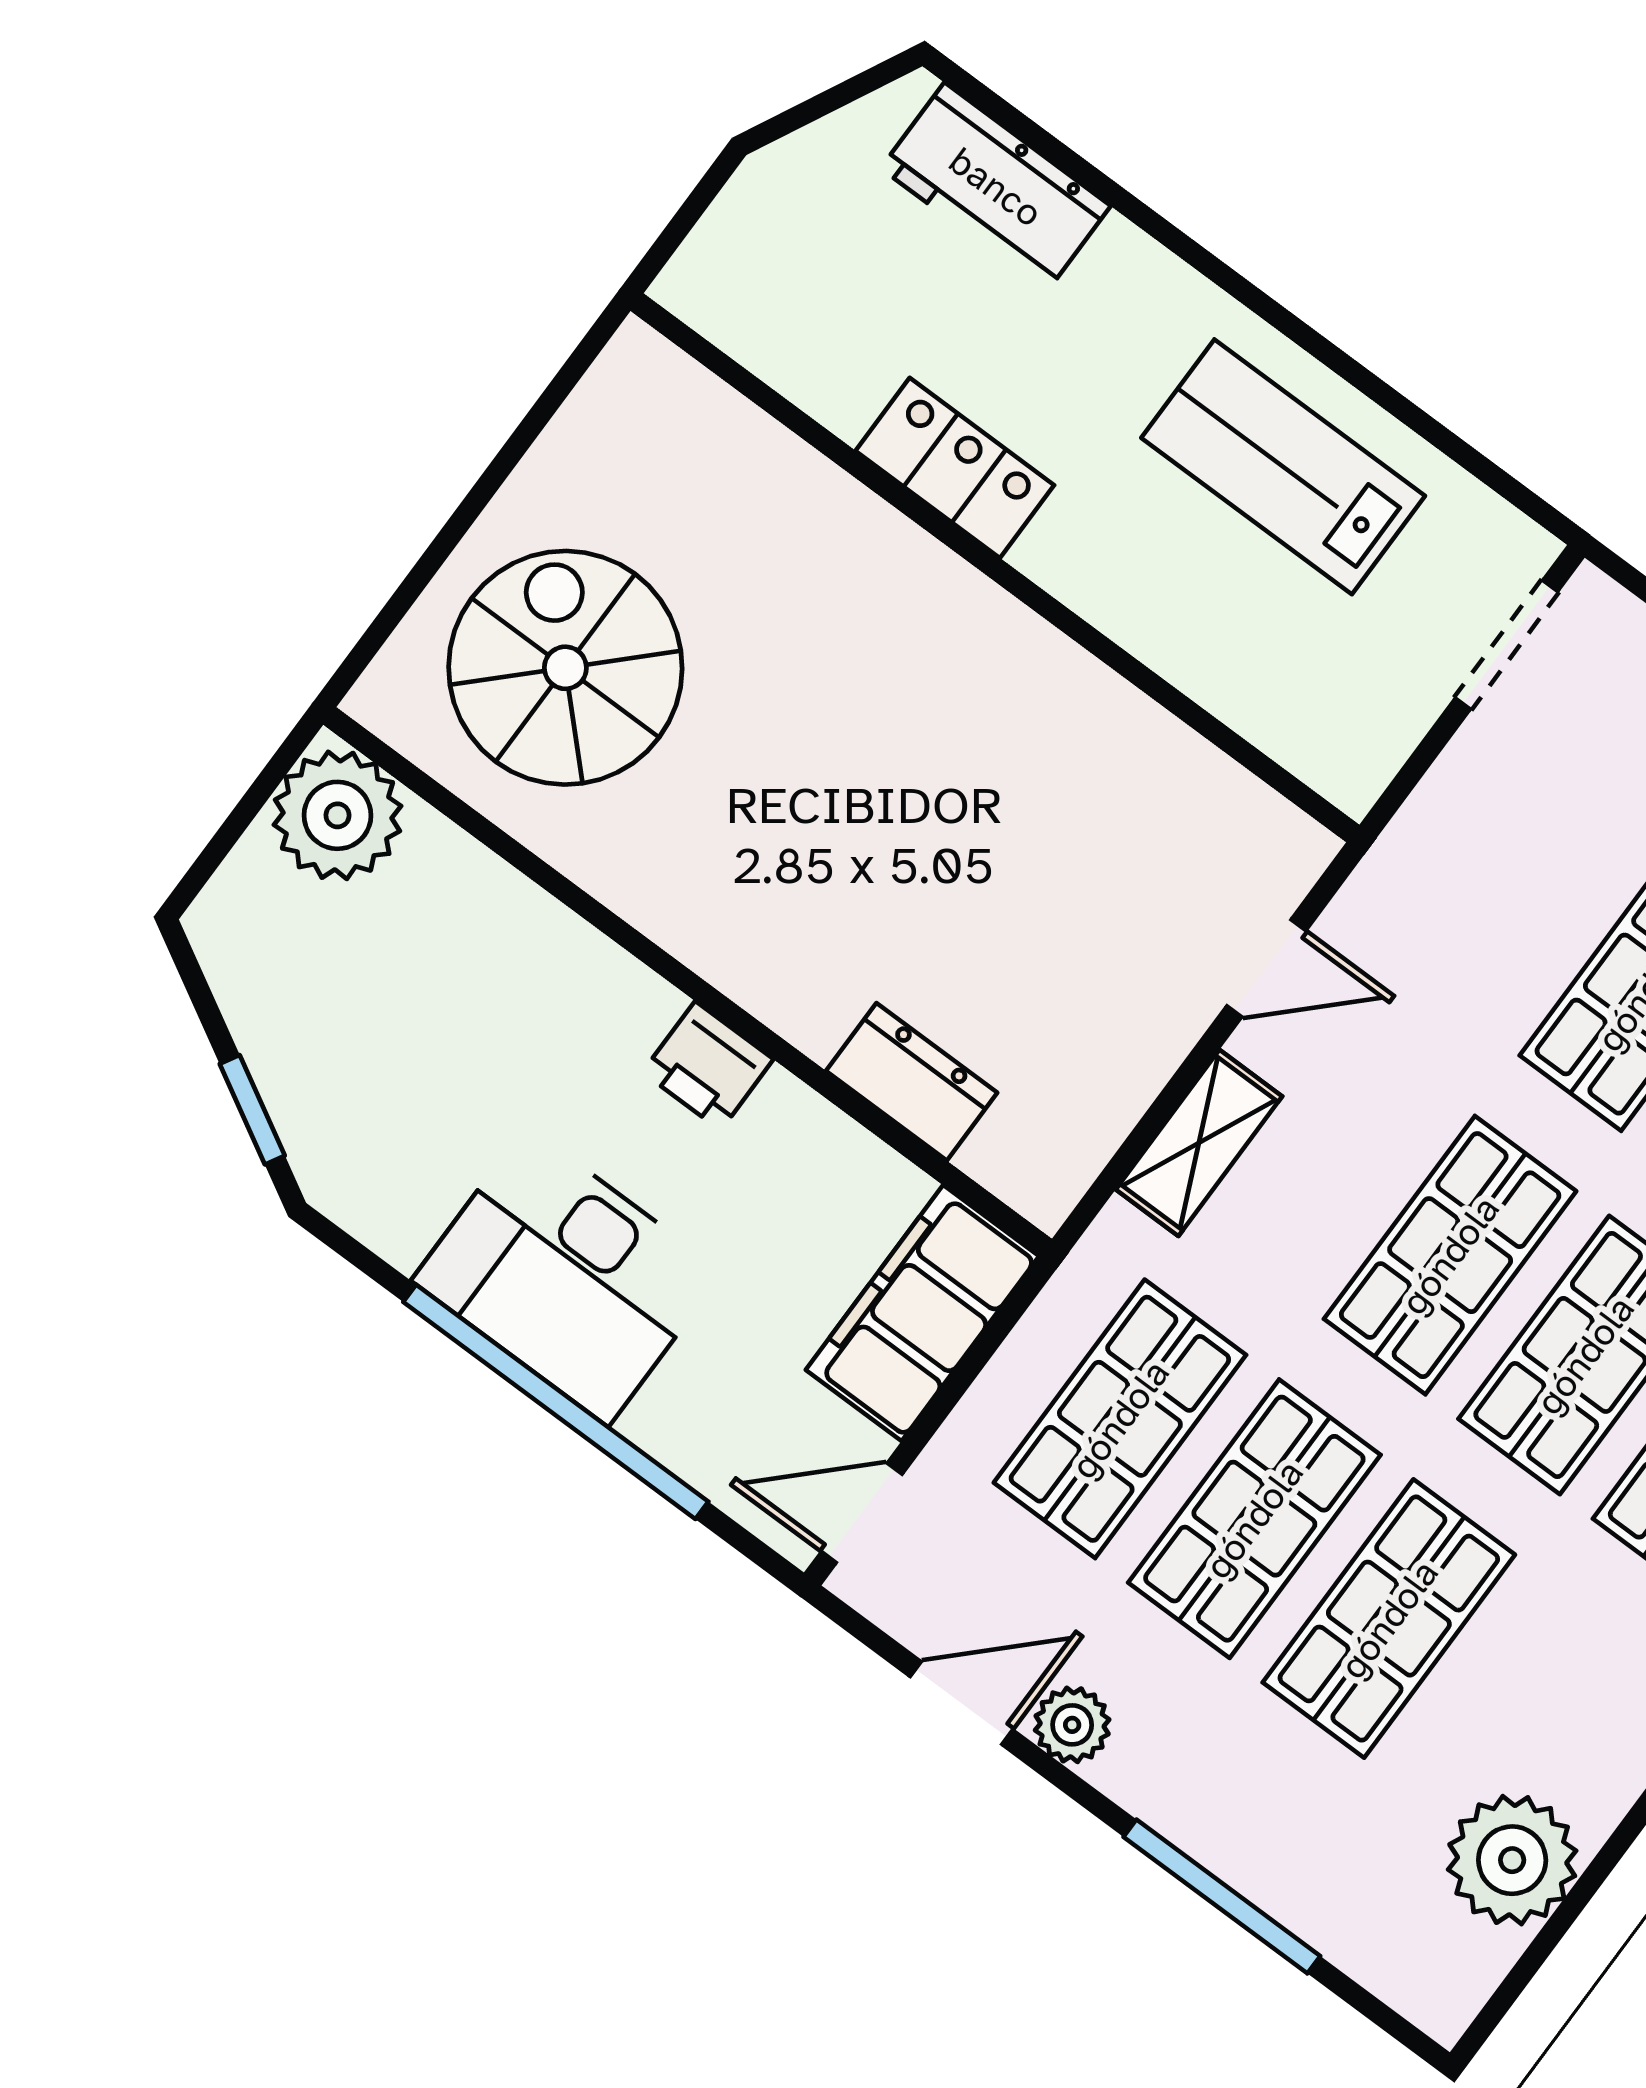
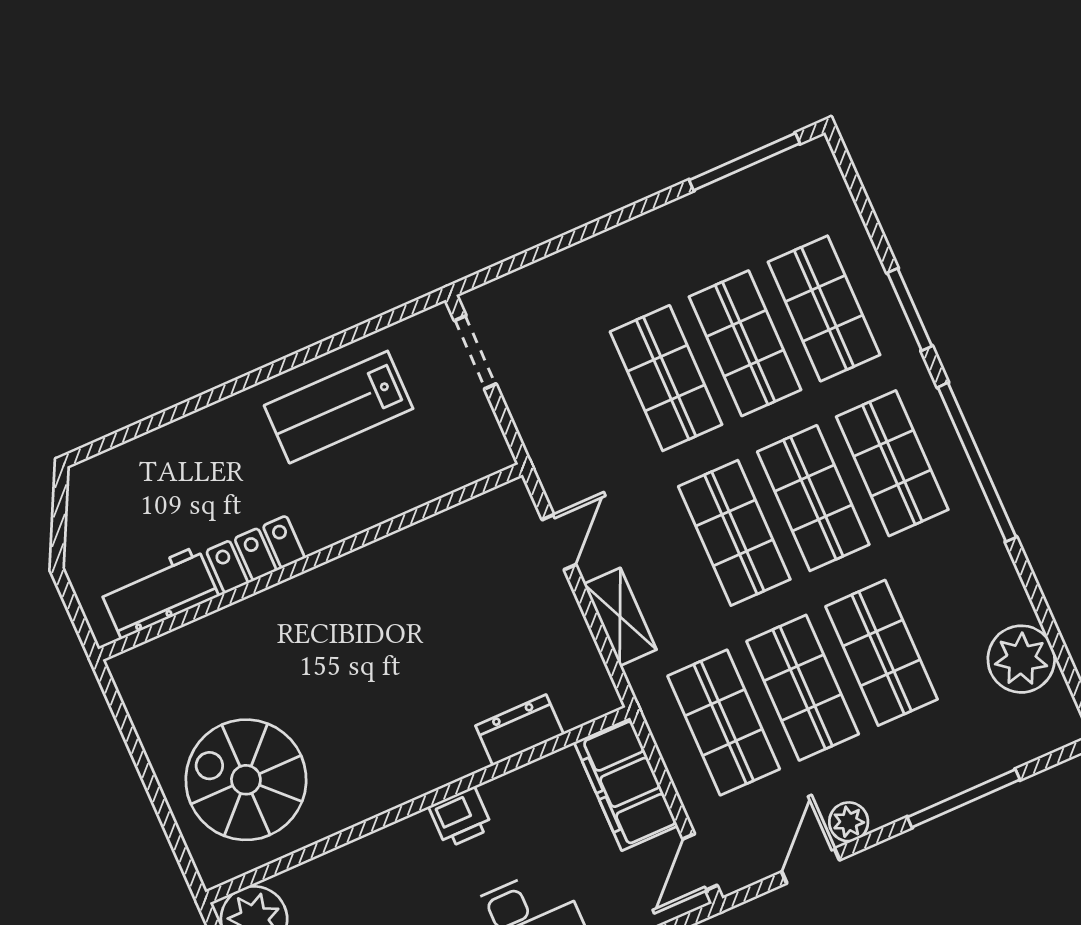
workbench: (996, 187) -> (159, 592), moved, turned 180

